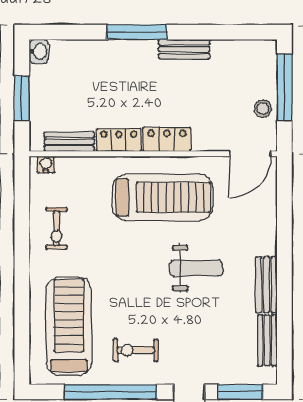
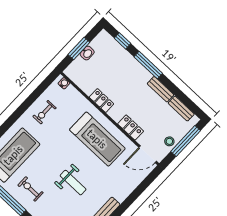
window: (71, 32) -> (122, 41), added
washbasin: (39, 51) -> (87, 53), moved
locker: (167, 139) -> (131, 127), moved
bench: (69, 142) -> (181, 109), moved
weight bench: (196, 268) -> (73, 183), moved

